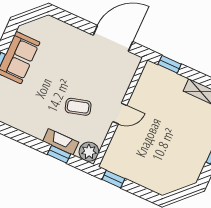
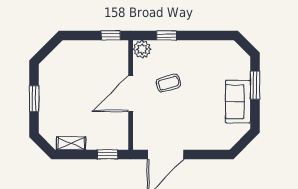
door: (120, 114) -> (131, 93), width x1.87
fireplace: (61, 142) -> (170, 47), removed

